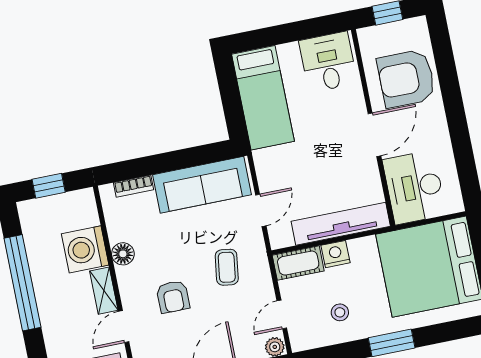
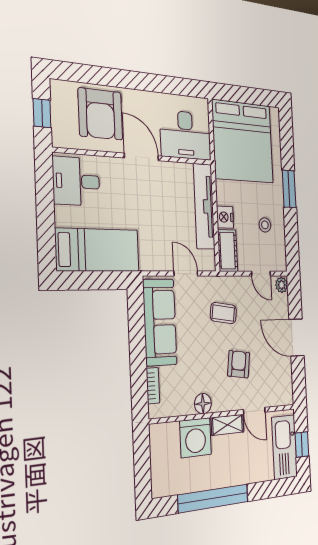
window: (49, 186) -> (142, 466), removed
armchair: (173, 297) -> (239, 364), turned -82

